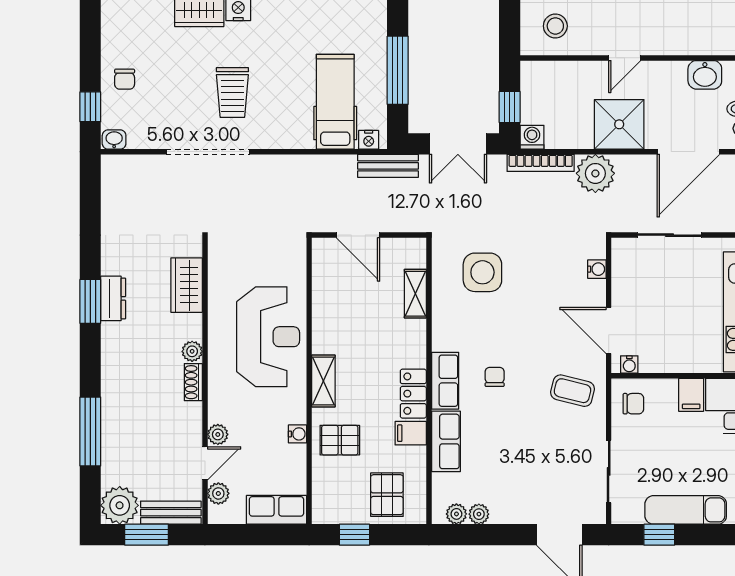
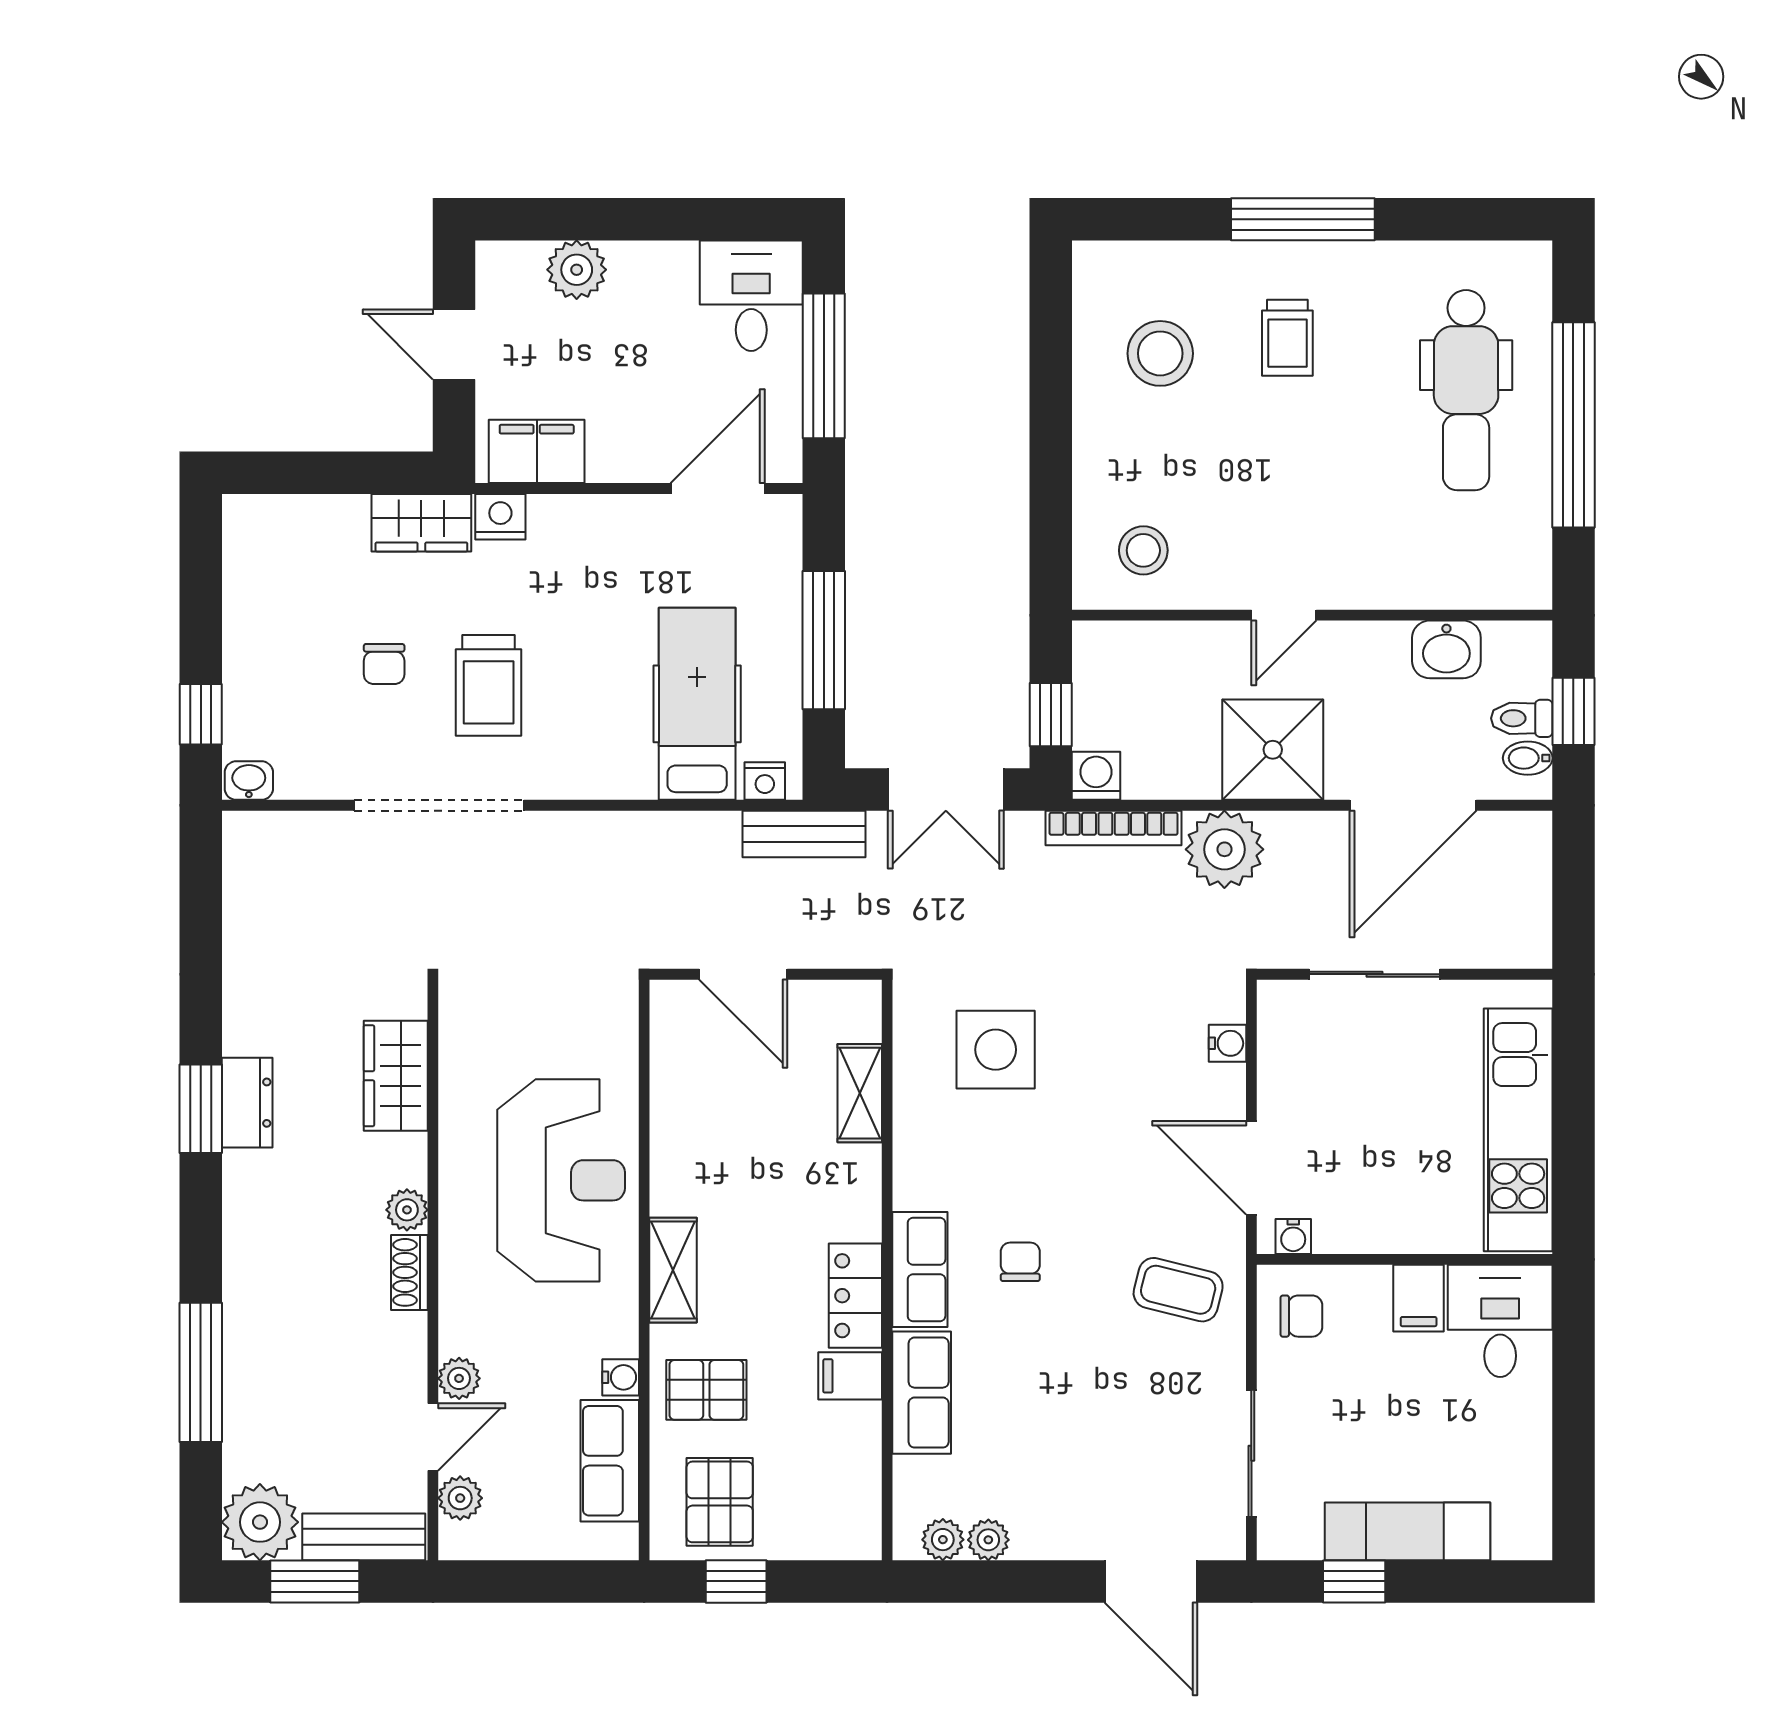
chair: (125, 79) -> (384, 664), moved
pallet: (387, 495) -> (720, 1502), moved
row of seats: (276, 510) -> (610, 1461), moved, turned -90

